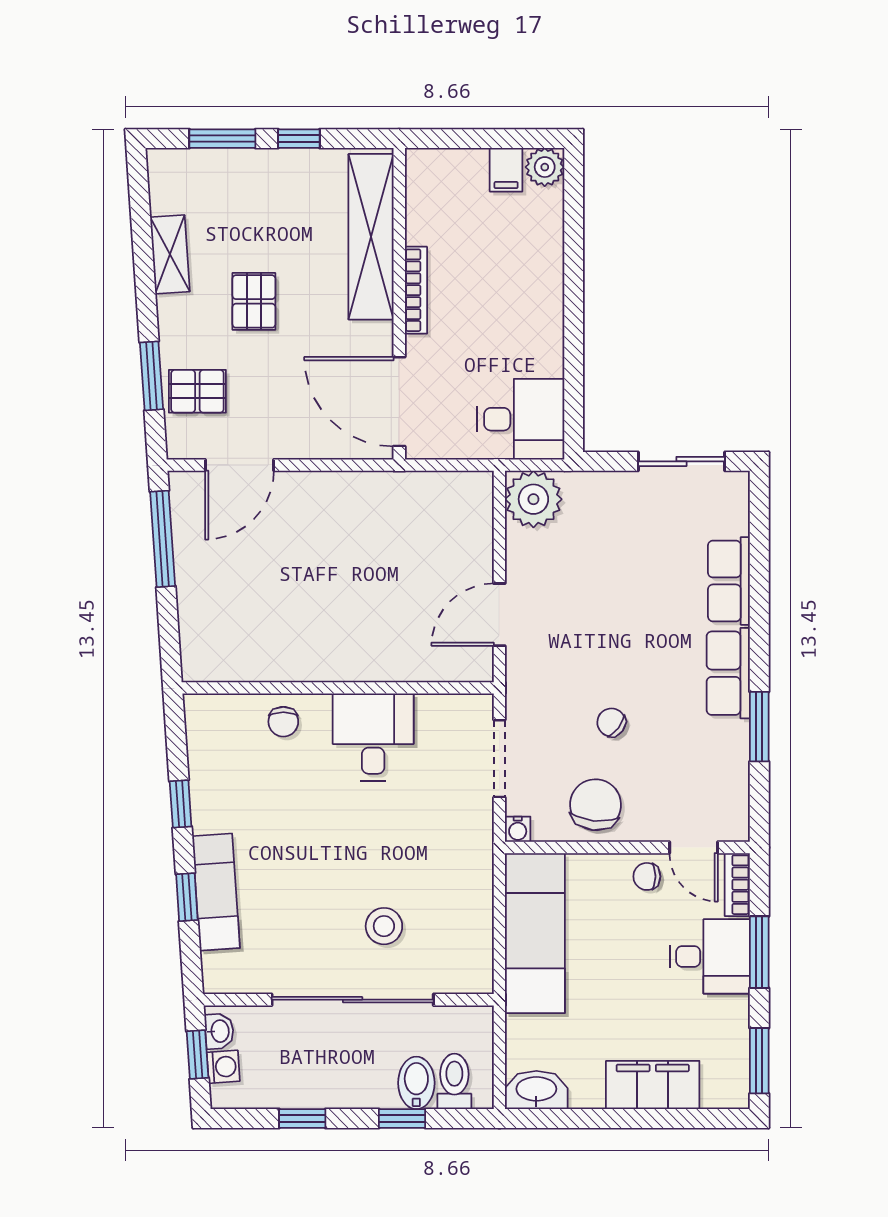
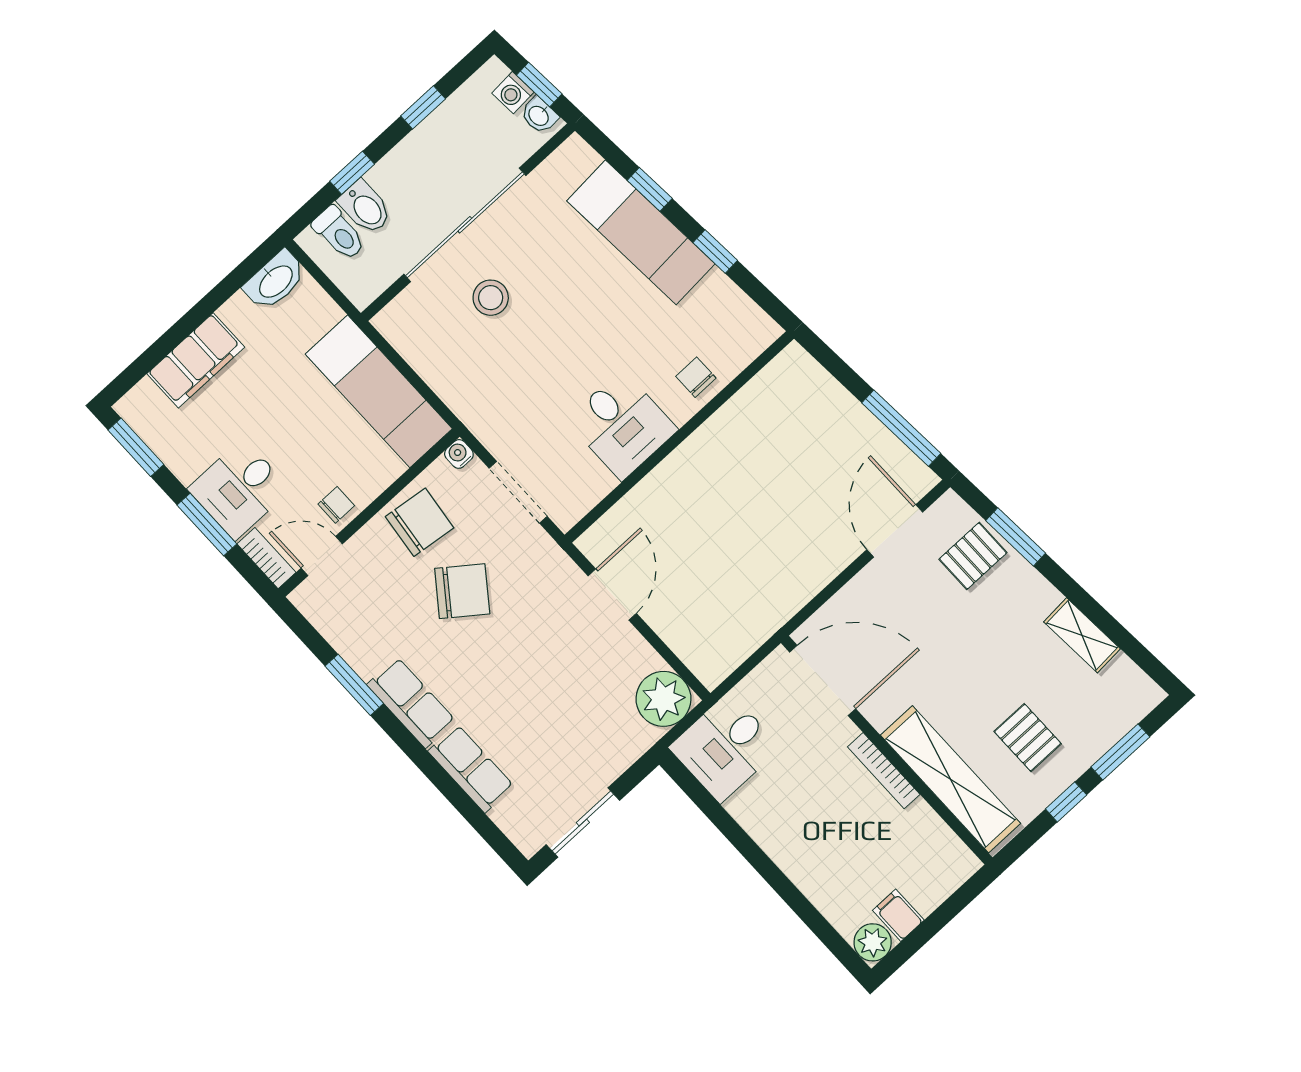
pallet: (254, 301) -> (1028, 738), moved
chair: (611, 722) -> (462, 591), width x1.87, depth x1.87
chair: (596, 805) -> (420, 522), turned -89
exam couch: (216, 892) -> (641, 232), width x1.36, depth x1.45

